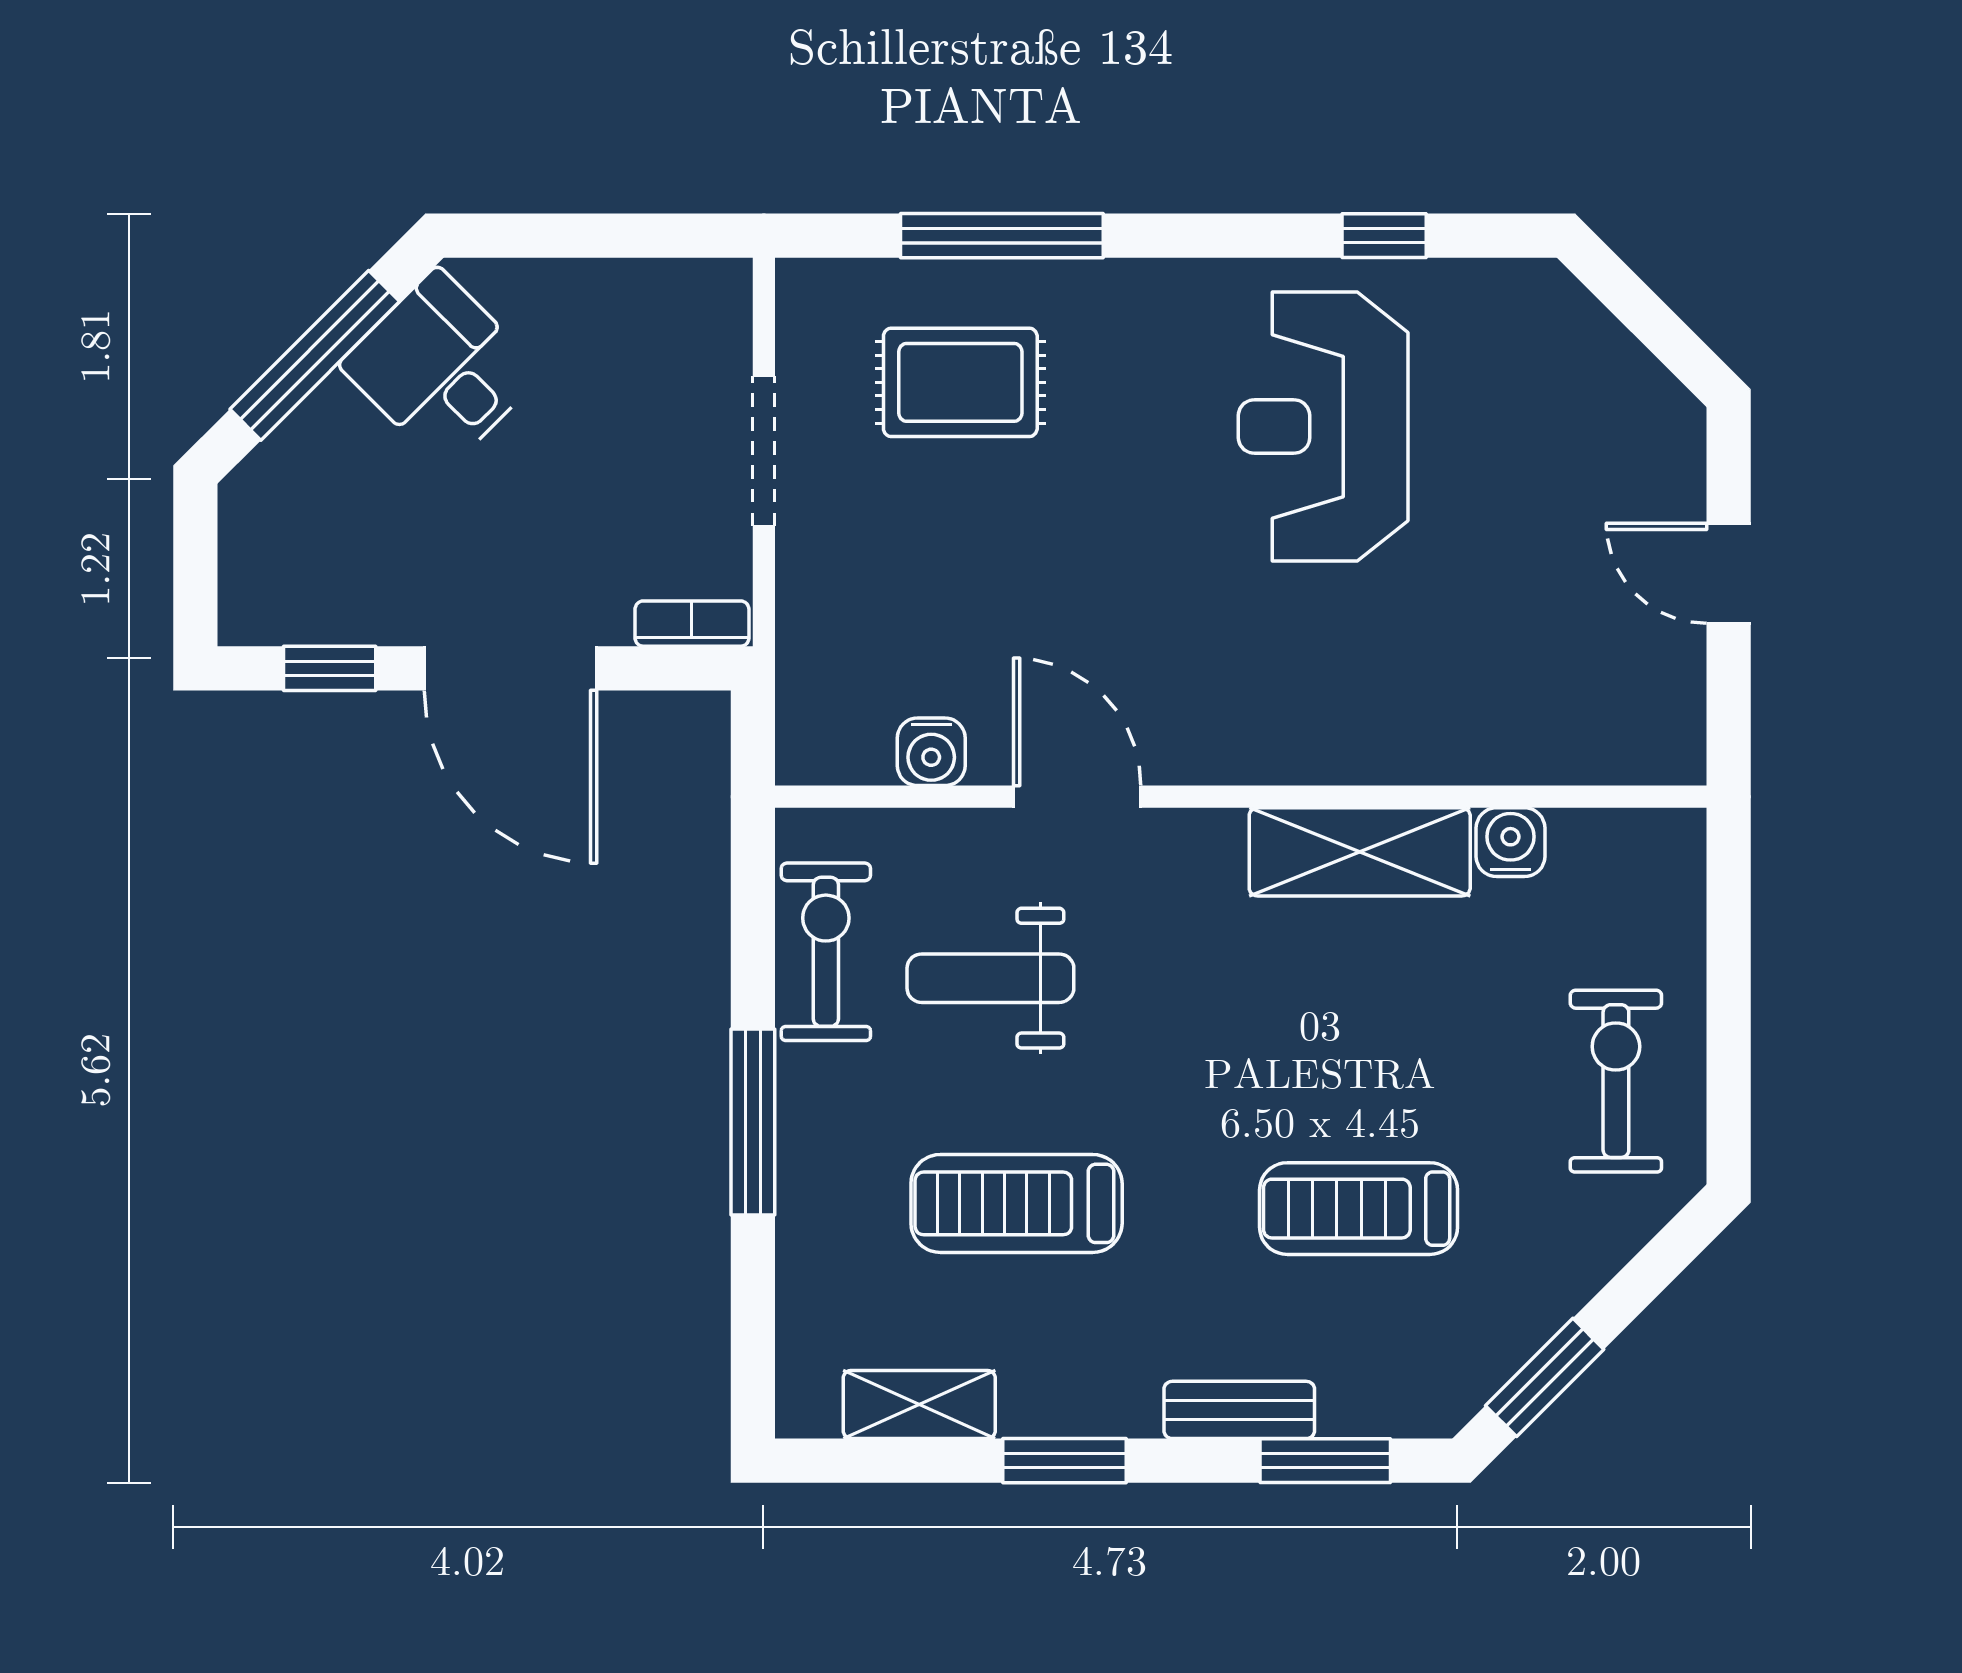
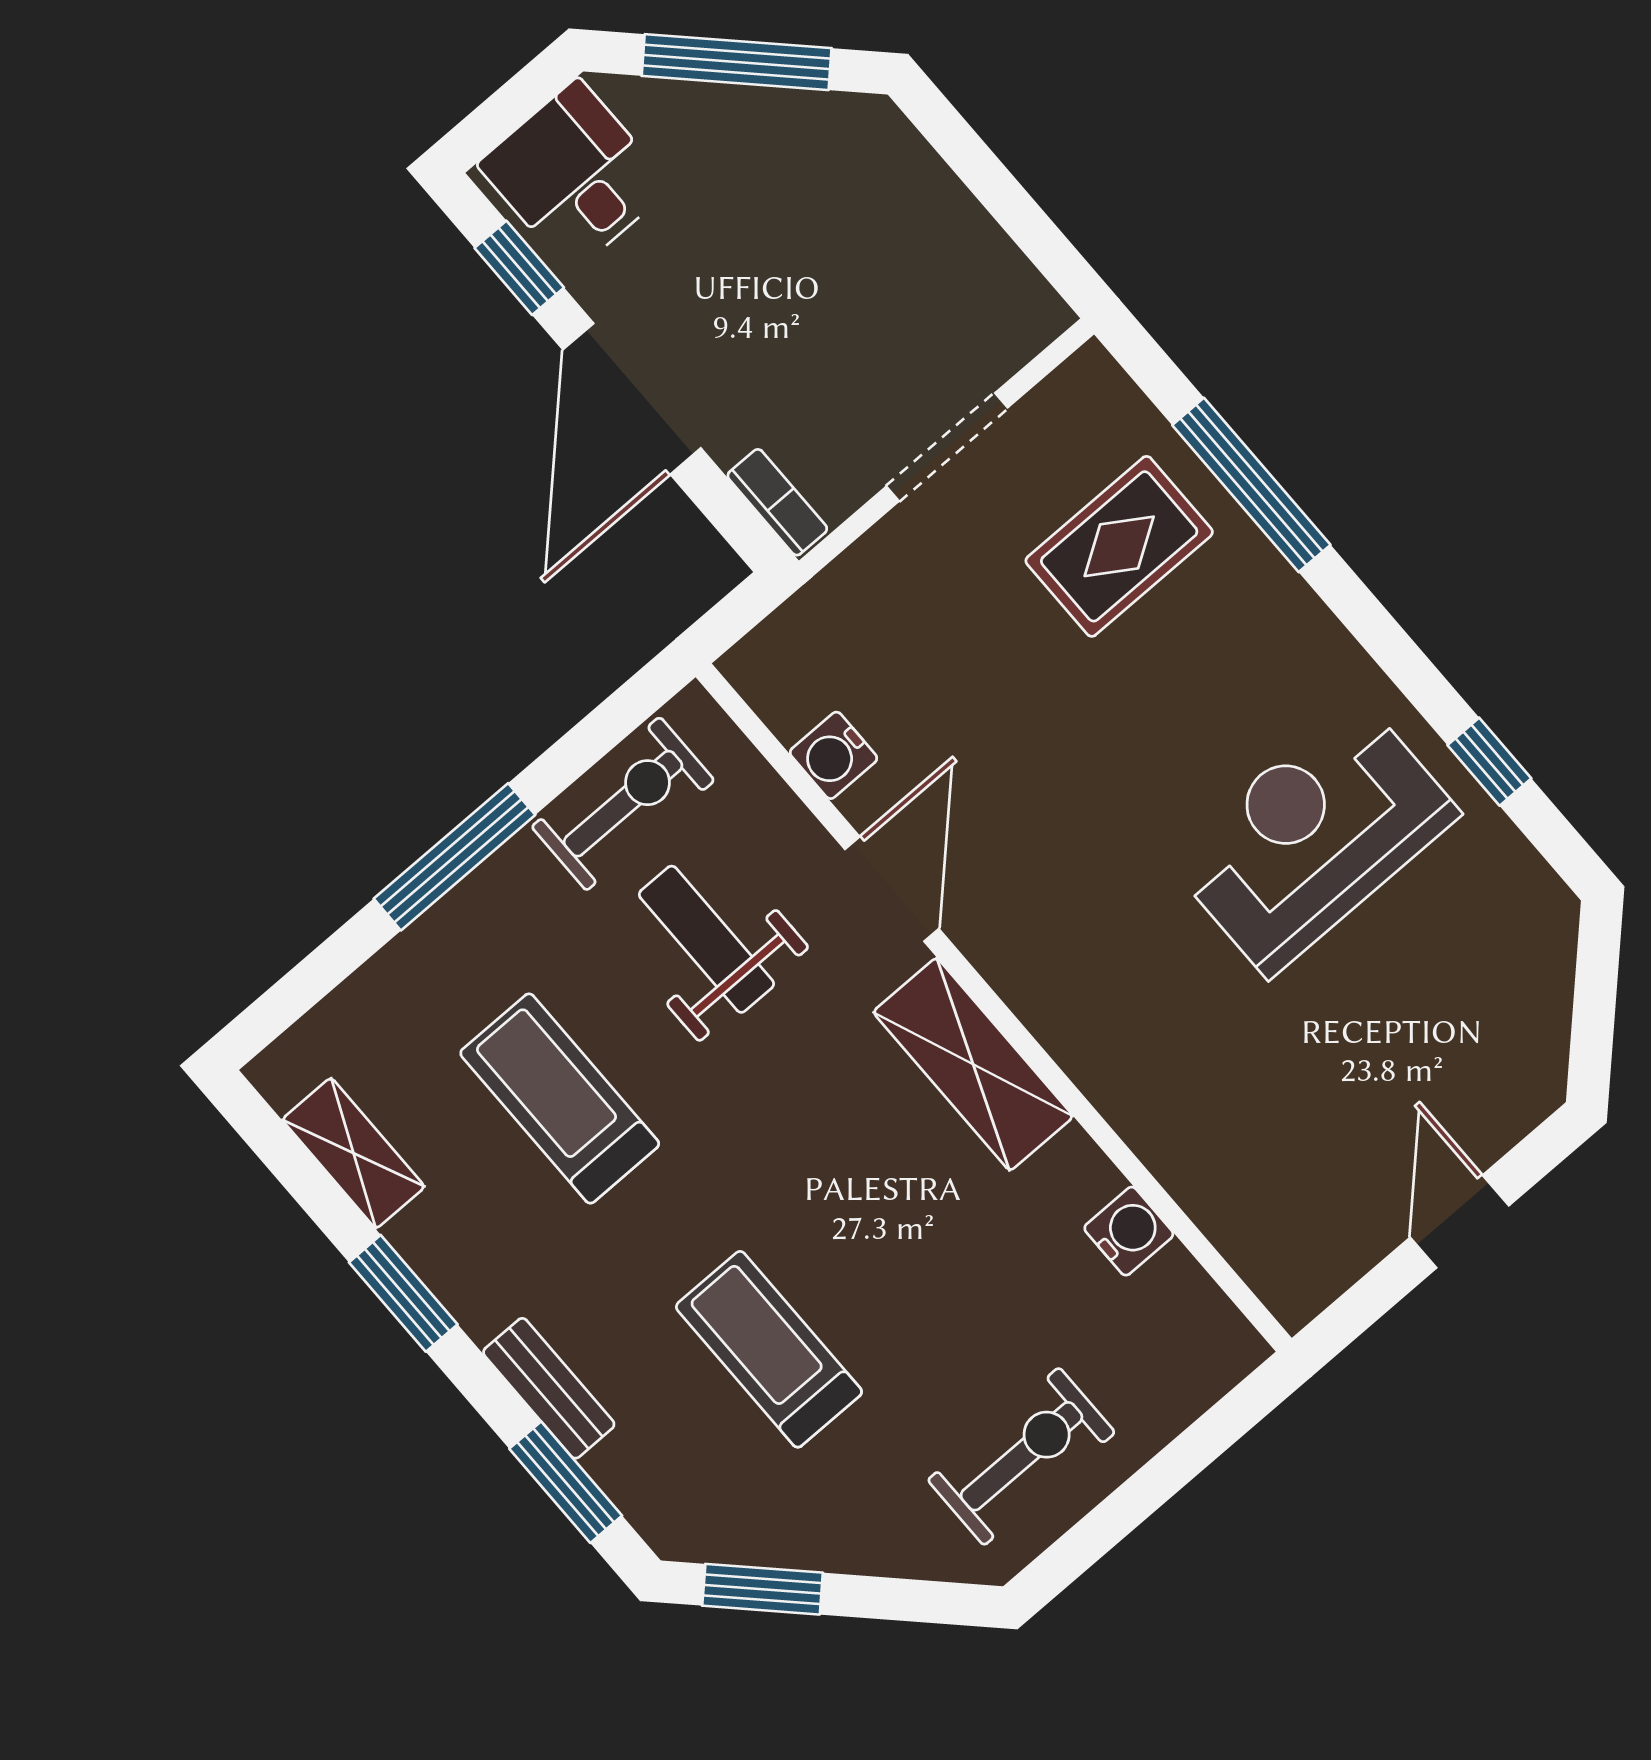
desk: (441, 369) -> (575, 176), moved, turned -45
rug: (960, 382) -> (1119, 546), turned 90
shelving: (1360, 852) -> (973, 1064), moved

